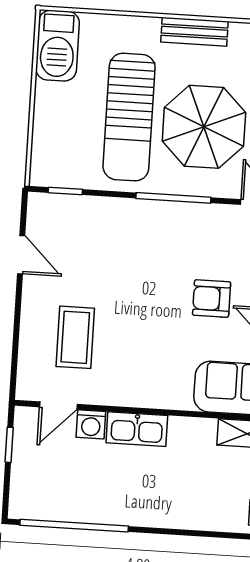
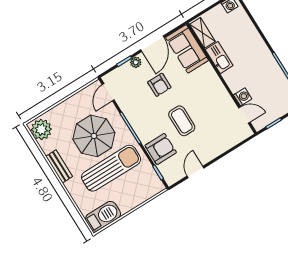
armchair: (102, 224) -> (161, 149), added
coffee table: (75, 337) -> (182, 121), moved, turned 90
kitchen sink: (137, 429) -> (219, 58), moved

